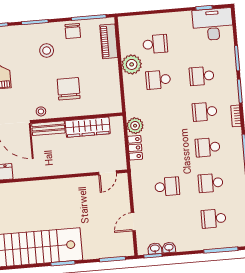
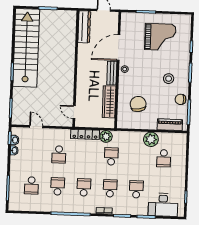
desk: (213, 24) -> (163, 205), moved, turned 90
school desk: (158, 80) -> (111, 156), moved
chair: (69, 89) -> (138, 104), moved, turned -99
locker: (135, 148) -> (85, 134), width x1.53
school desk: (214, 219) -> (31, 185), turned 180

